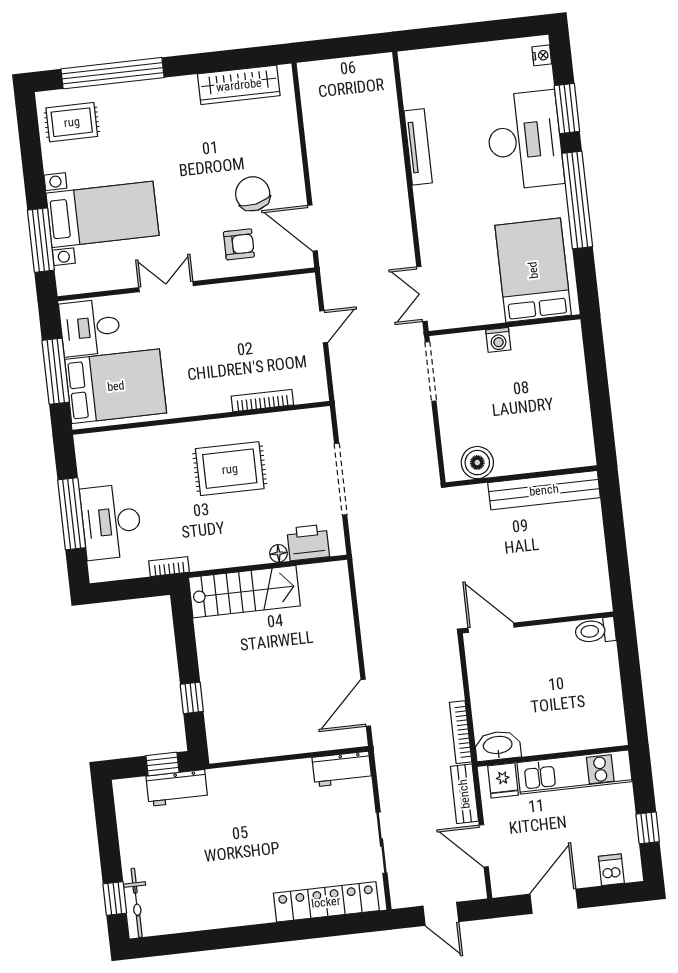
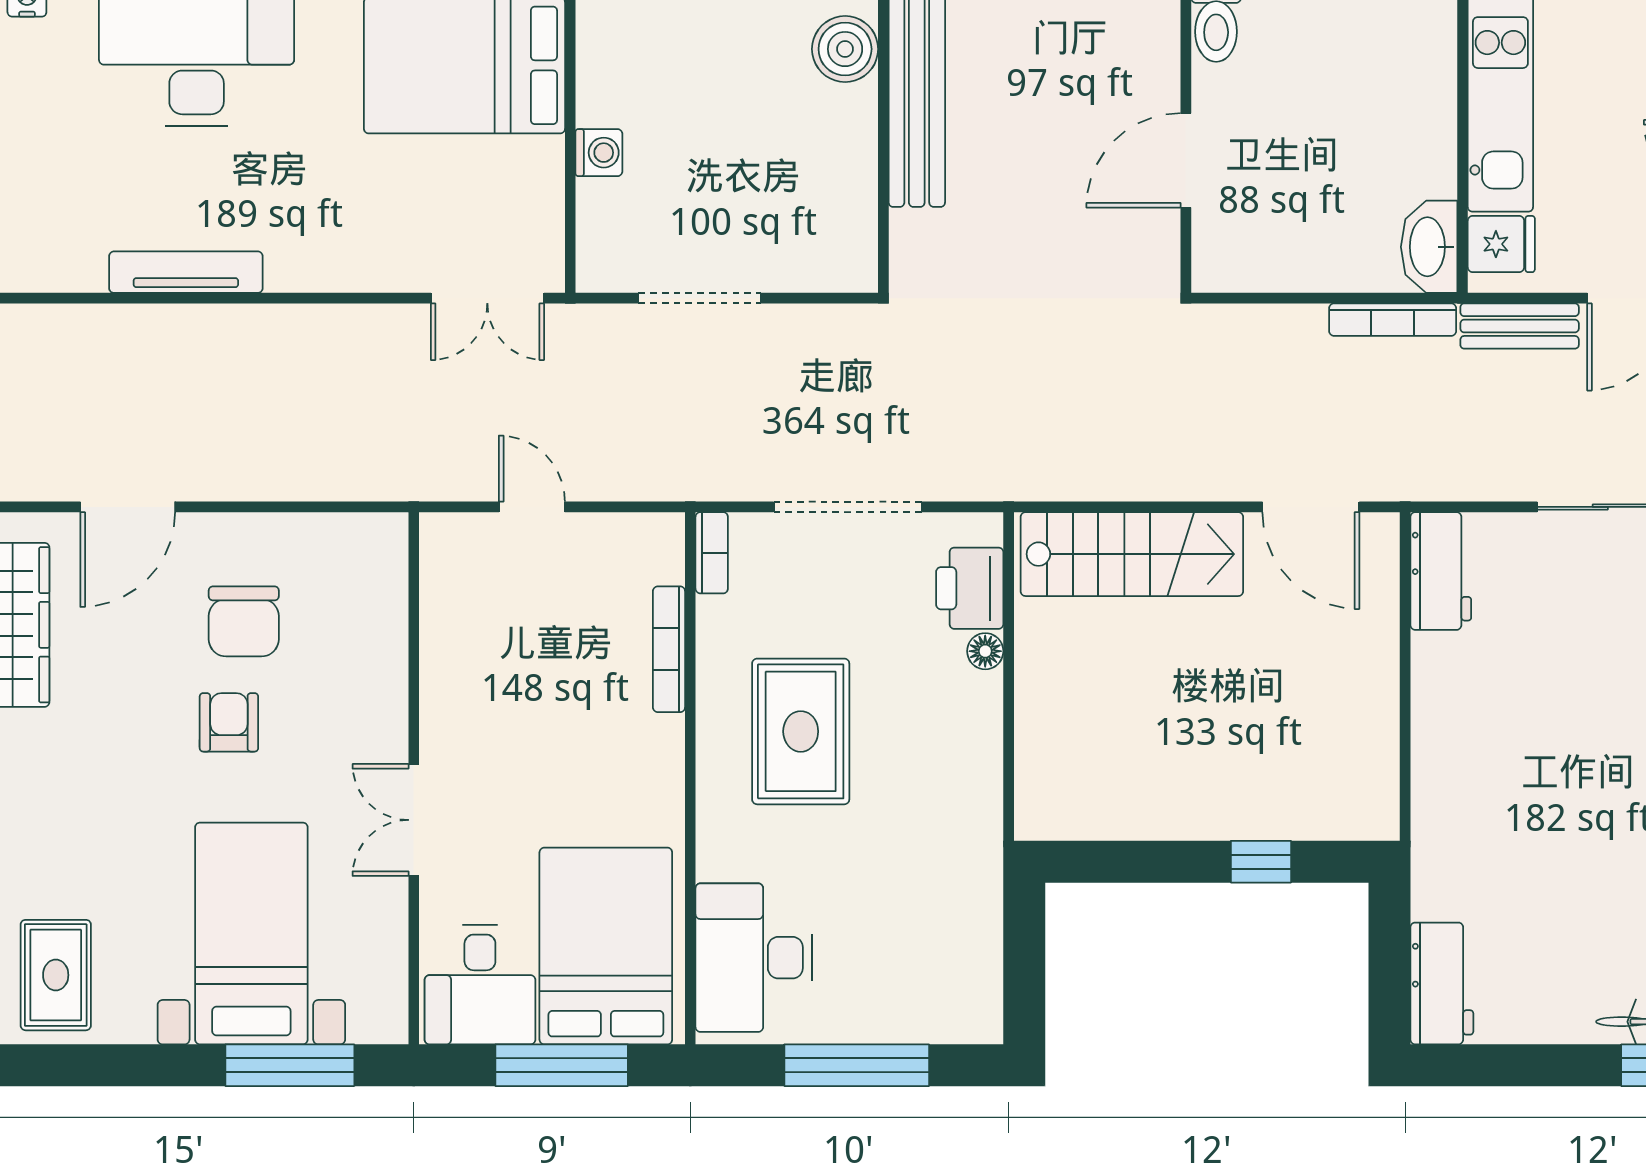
chair: (253, 194) -> (244, 621), turned -79
door: (313, 228) -> (128, 507), moved
armchair: (239, 244) -> (229, 722), moved
doorway: (431, 371) -> (700, 298), moved
boiler: (477, 463) -> (845, 49), moved
desk: (111, 522) -> (754, 958), moved, turned 90
bookcase: (169, 567) -> (712, 553), moved, turned 180
stairs: (244, 592) -> (1132, 554), moved, turned 90
door: (491, 628) -> (1186, 160), moved
window: (163, 764) -> (1389, 937), removed
workbench: (177, 788) -> (1442, 983), moved

